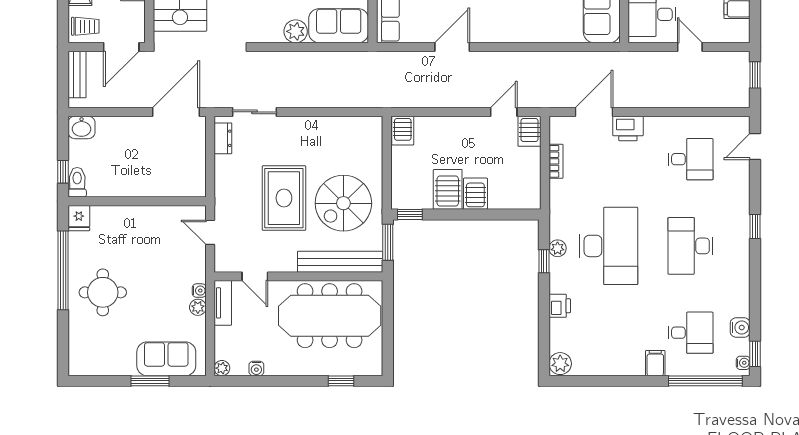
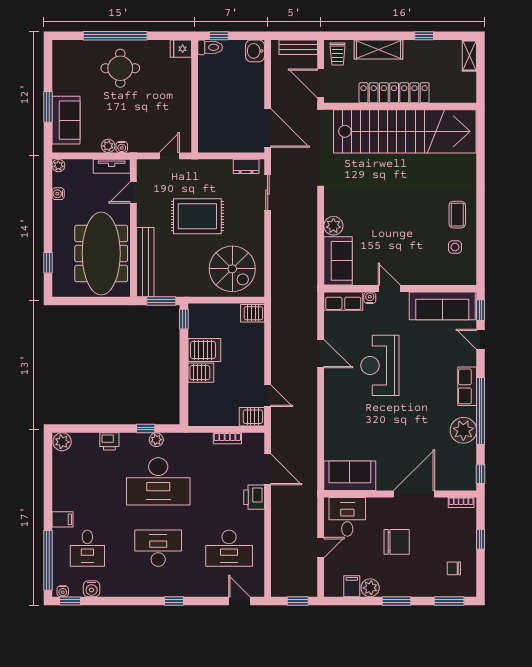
desk: (690, 159) -> (229, 548), width x1.37
spiral stairs: (343, 203) -> (232, 269), moved, turned 180
window: (63, 270) -> (115, 36), moved

